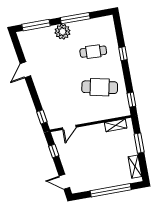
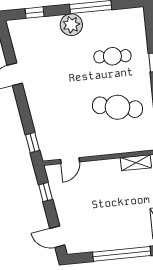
window: (36, 25) -> (35, 13), width x0.46

